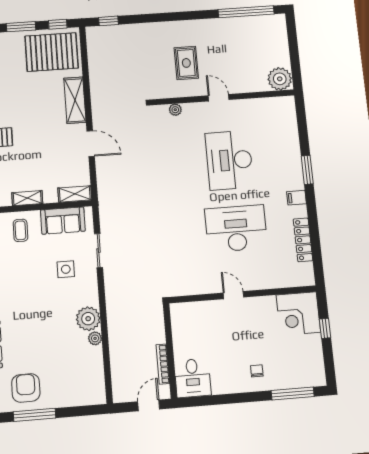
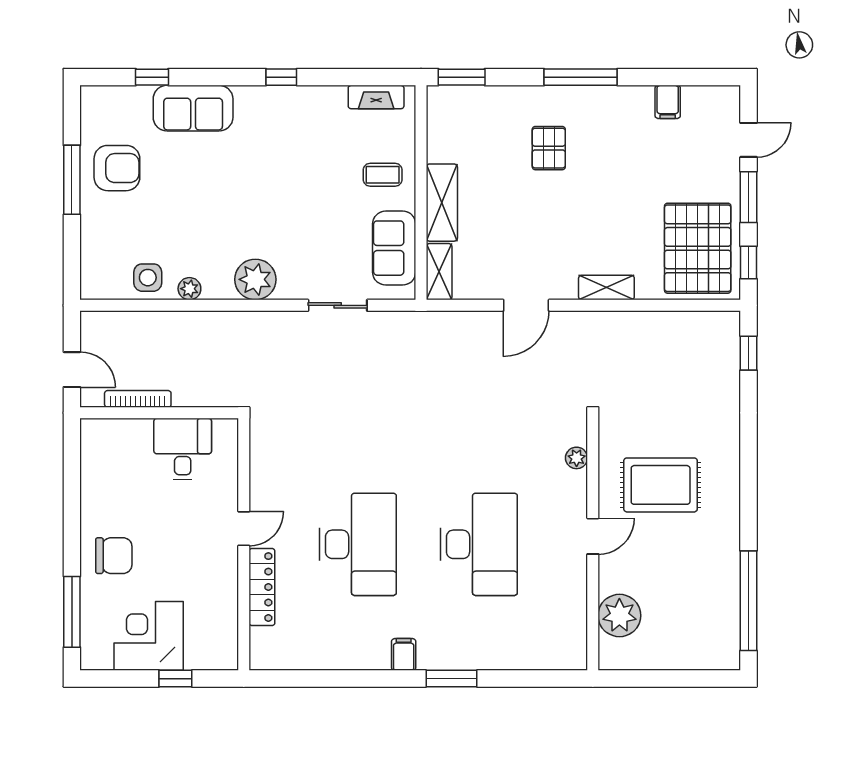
rug: (186, 63) -> (661, 485), width x1.36, depth x1.43
plant: (280, 79) -> (619, 616), moved
shelving: (75, 100) -> (606, 288), width x0.67, depth x0.75
desk: (229, 160) -> (479, 544), turned 90
shelving: (27, 198) -> (442, 203), width x1.50, depth x1.33
locker: (303, 240) -> (262, 587), moved, turned 90
side table: (66, 269) -> (148, 278), moved
corner desk: (298, 314) -> (149, 636), moved
plant: (88, 319) -> (255, 279), moved
chair: (257, 371) -> (114, 556), width x1.87, depth x1.87
desk: (193, 378) -> (183, 449), moved, turned 90

